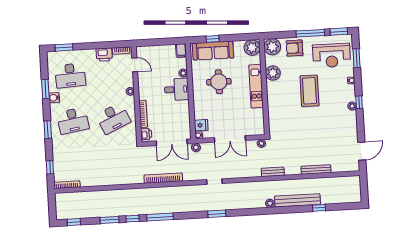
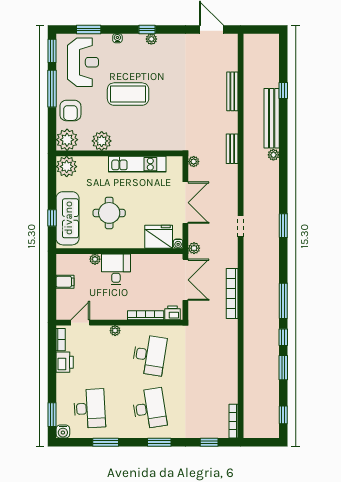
filing cabinet: (181, 50) -> (65, 282), moved
kitchen unit: (256, 86) -> (137, 164), moved
water cooler: (54, 98) -> (63, 432), moved
desk: (113, 118) -> (149, 355), turned 33
fridge: (201, 125) -> (159, 237), width x1.88, depth x1.34

